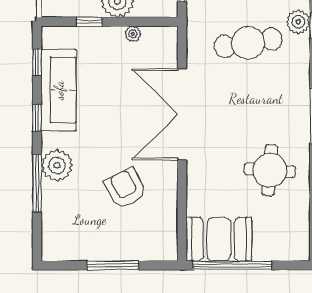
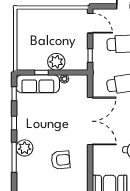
sofa: (59, 90) -> (38, 84), moved, turned 90
double door: (182, 114) -> (90, 121), swing flipped
armchair: (126, 188) -> (61, 160), turned 112

